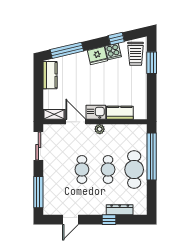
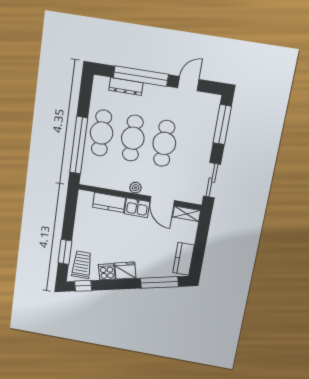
window: (116, 39) -> (83, 286), moved
cafe table: (82, 170) -> (164, 143), width x1.37, depth x1.35
cafe table: (108, 170) -> (133, 138), width x1.37, depth x1.35
window: (109, 220) -> (141, 76), width x3.17

